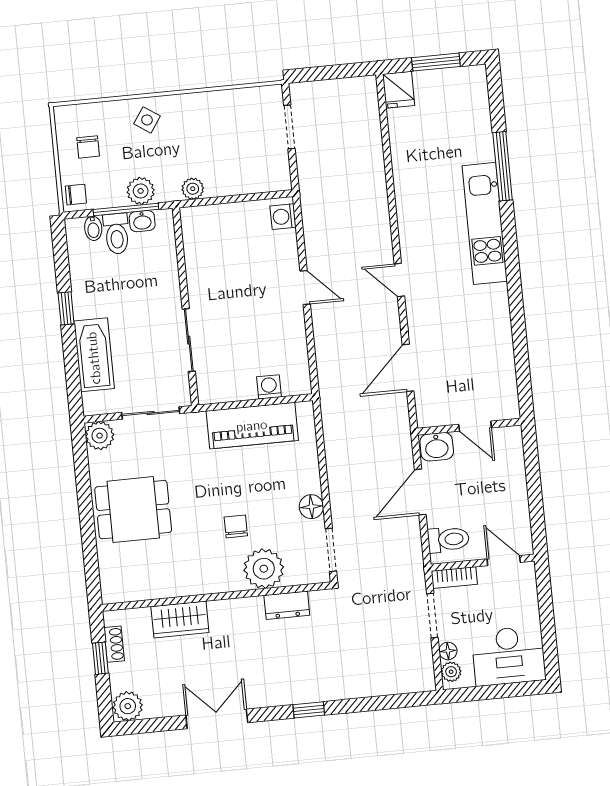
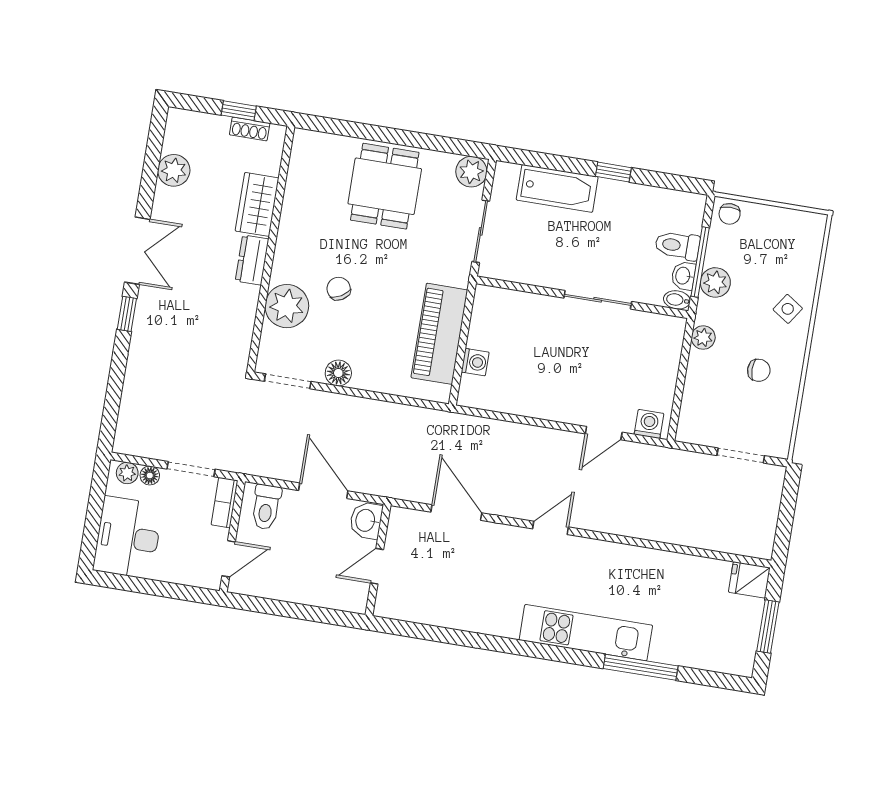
chair: (88, 147) -> (759, 370), moved, turned 180
bidet: (93, 228) -> (677, 300), moved
door: (305, 288) -> (604, 433), moved
sliding door: (189, 340) -> (598, 300), moved
chair: (236, 526) -> (339, 289), turned -120
dresser: (287, 605) -> (252, 260), moved
plant: (128, 706) -> (174, 170), moved
double door: (217, 719) -> (137, 251), moved

